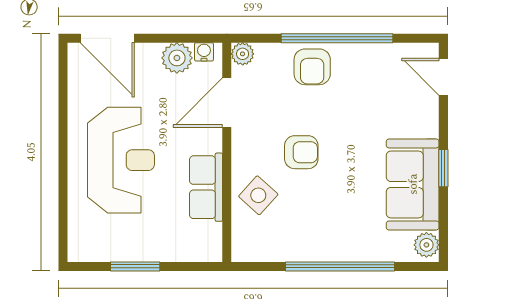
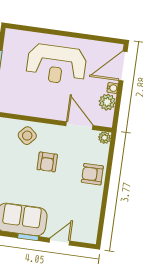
window: (337, 38) -> (106, 190), removed
water cooler: (204, 52) -> (113, 88), moved
door: (443, 77) -> (59, 242), moved
row of seats: (206, 187) -> (35, 108), removed

